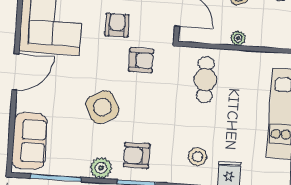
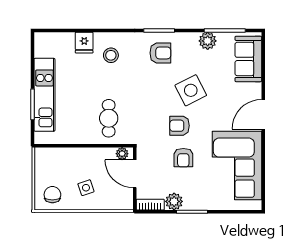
plant: (238, 38) -> (122, 154), moved
armchair: (141, 60) -> (179, 126), moved
plant: (101, 168) -> (208, 41), moved

